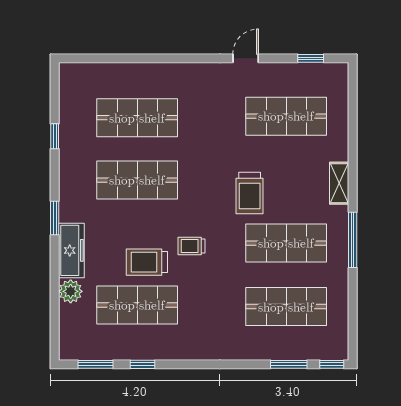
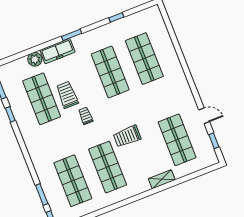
door: (246, 58) -> (204, 116), moved
shelving: (339, 183) -> (162, 179), moved
window: (353, 240) -> (124, 203), removed

